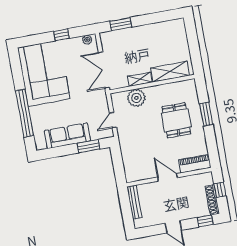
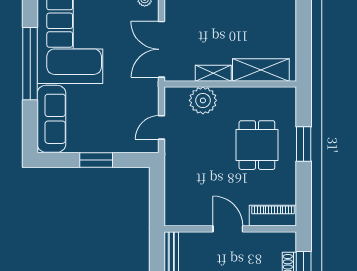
window: (25, 113) -> (30, 64), moved
sofa: (67, 136) -> (51, 119), moved, turned 90
window: (89, 146) -> (96, 160), moved

